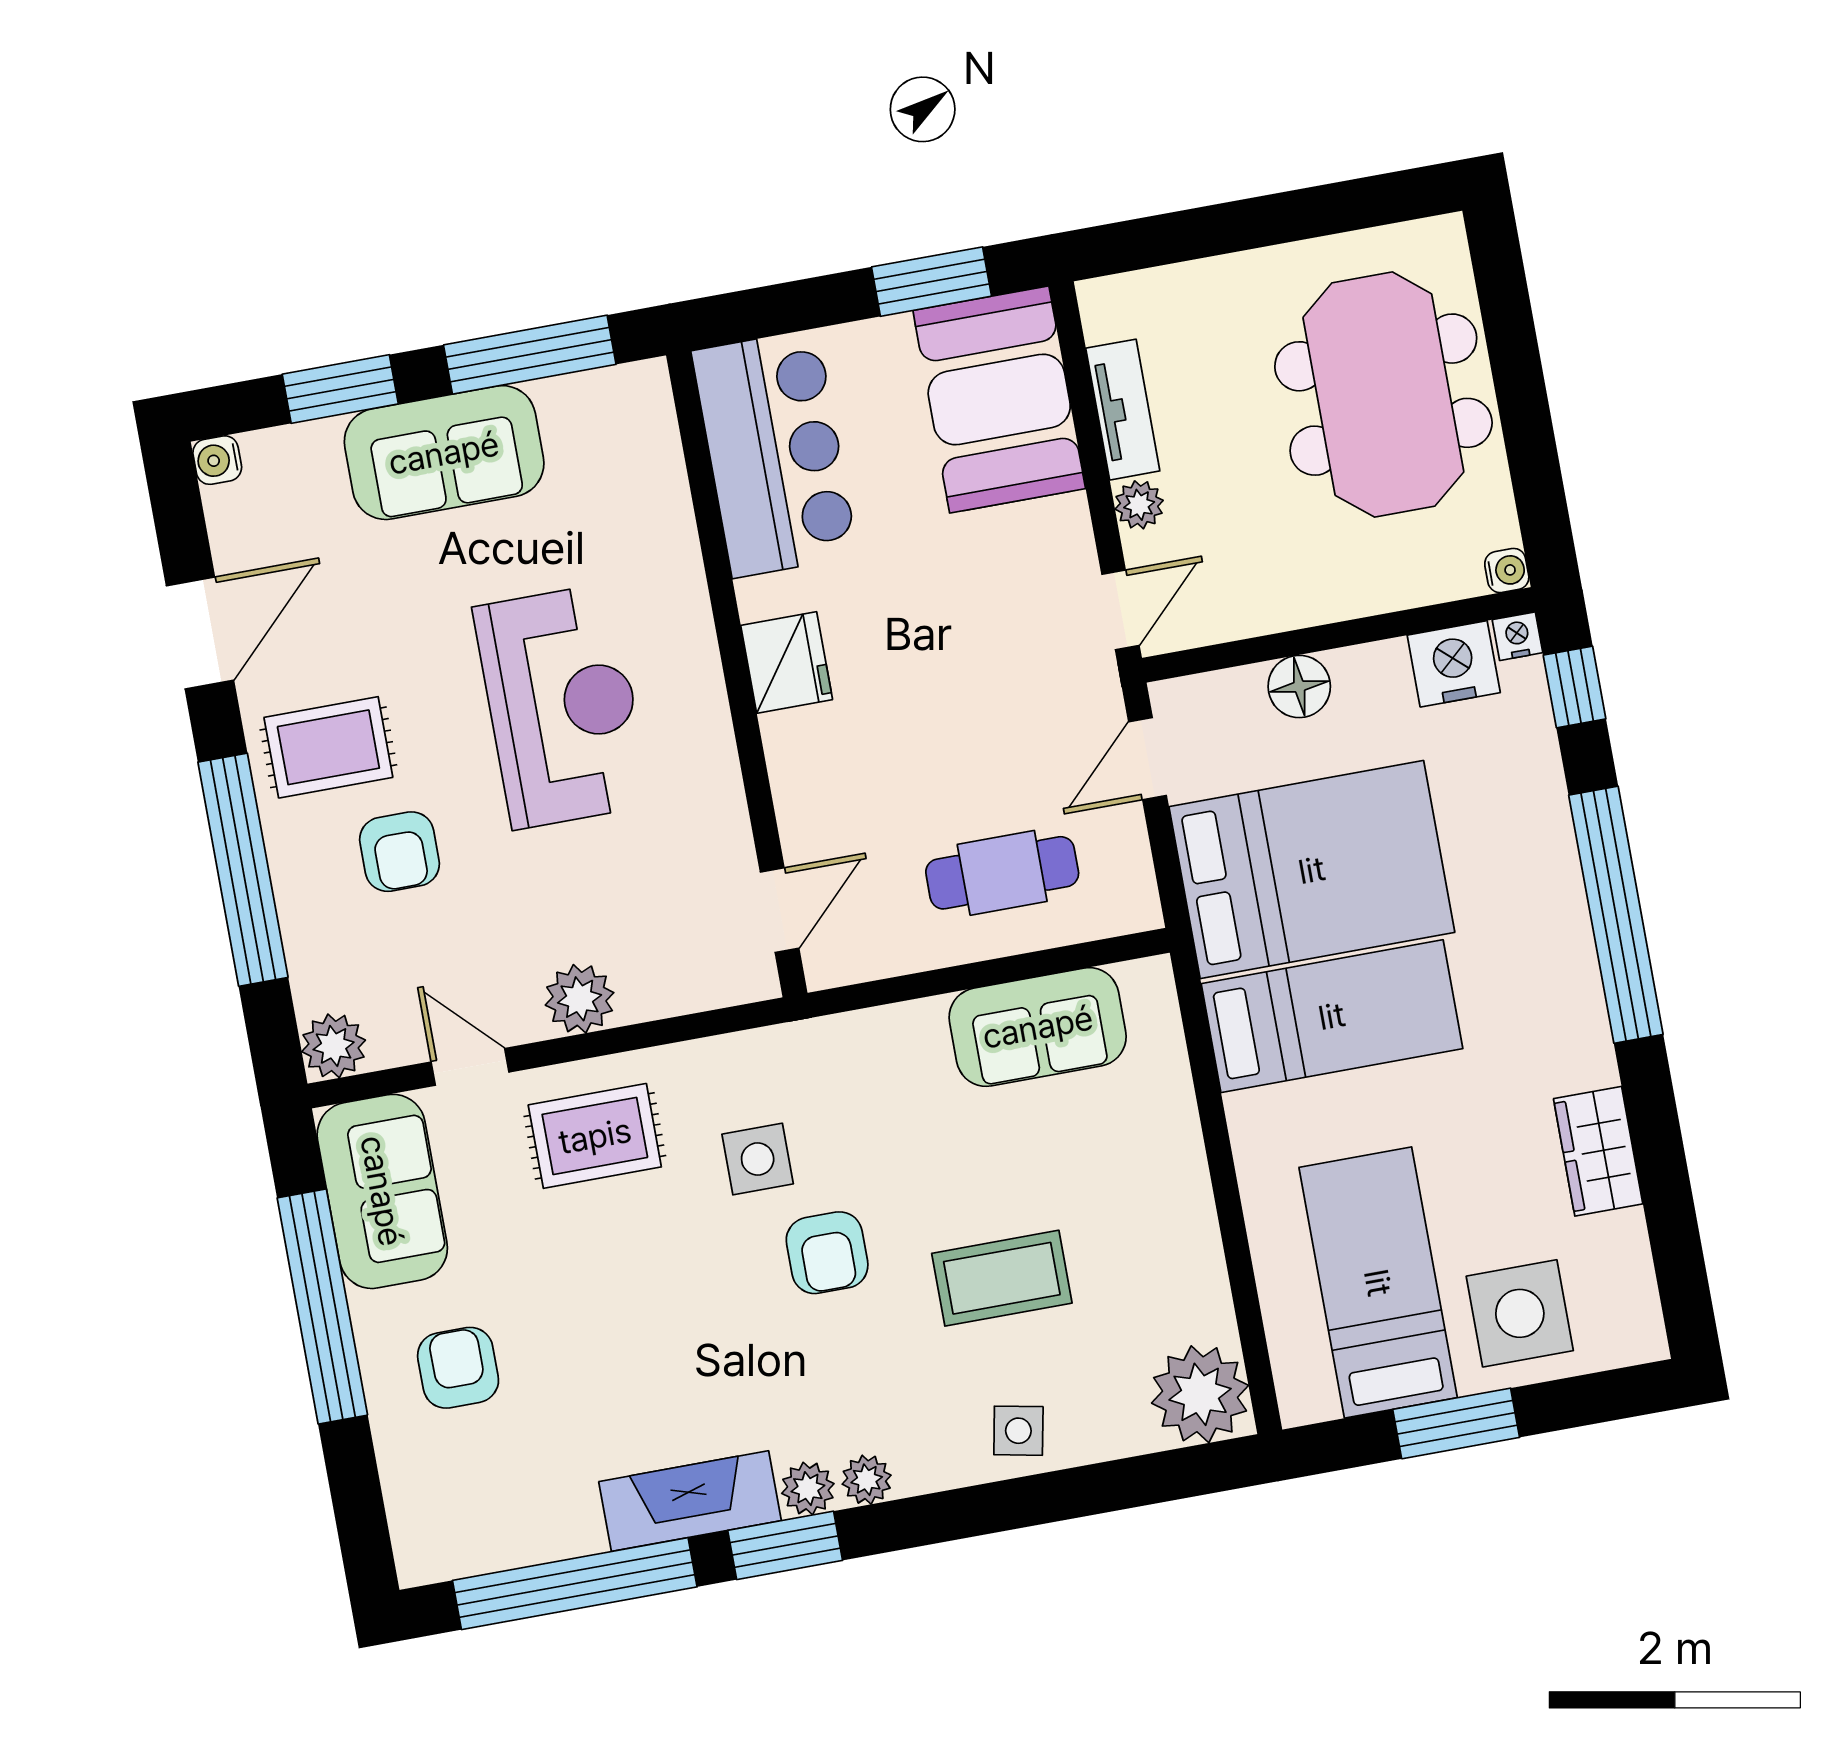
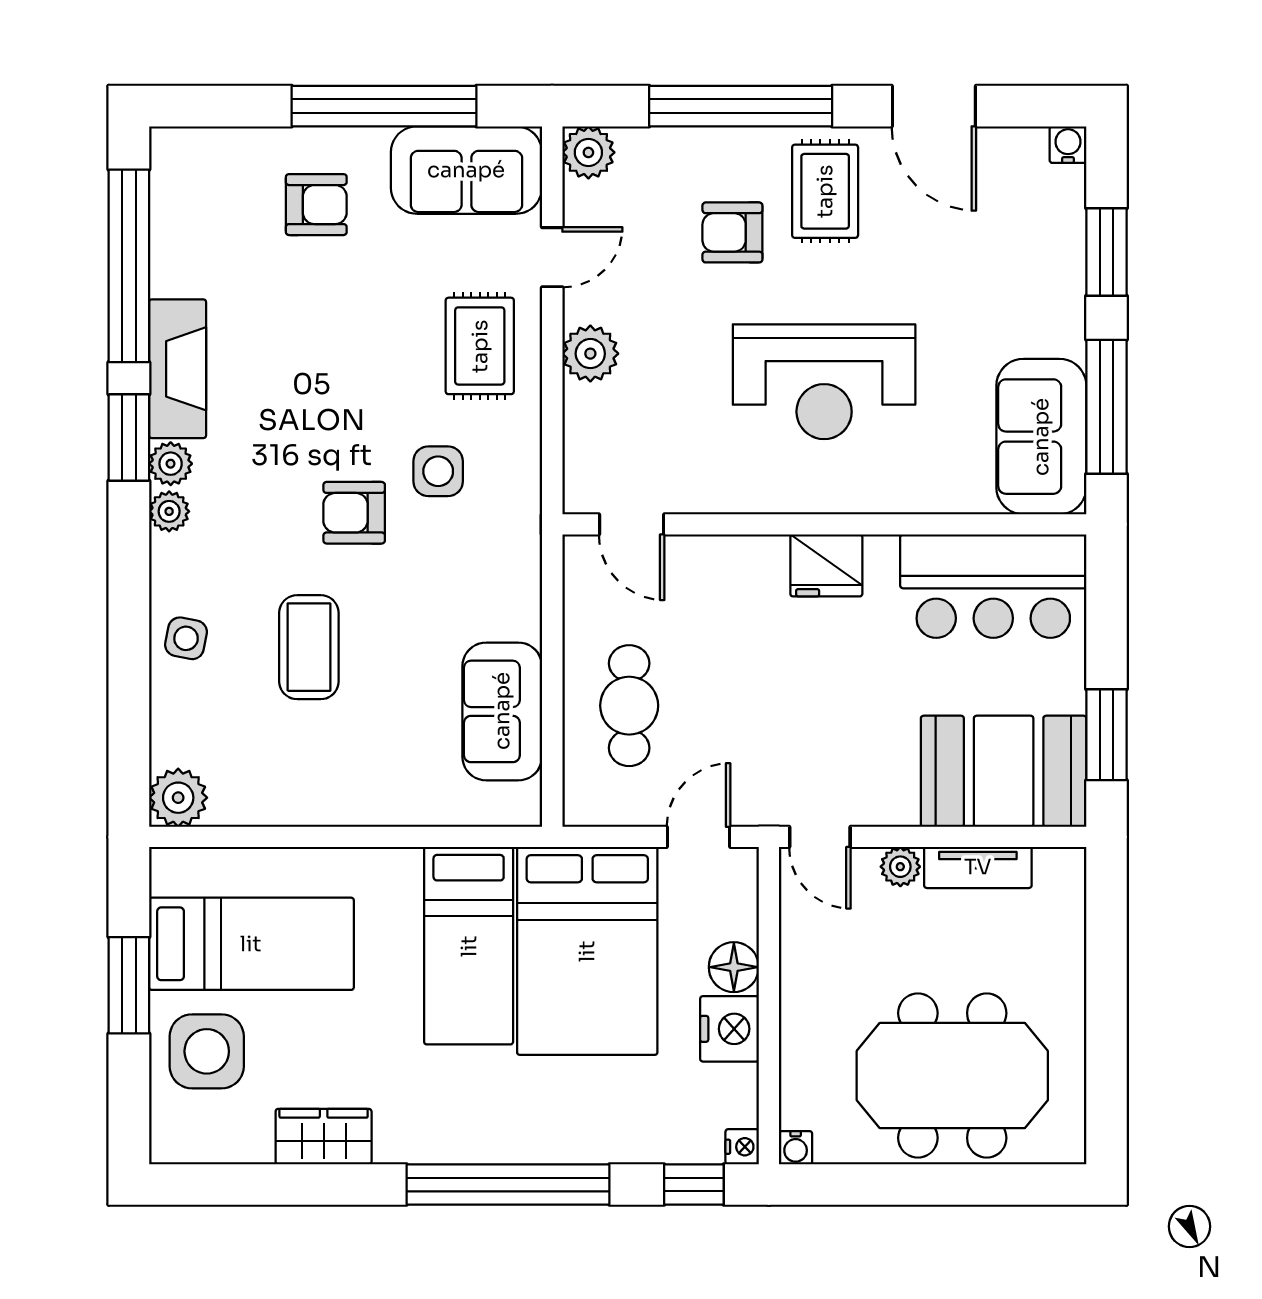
sofa: (444, 453) -> (1041, 437), moved
nightstand: (1454, 664) -> (729, 1029), moved
door: (1147, 759) -> (699, 837), hinge flipped
plant: (1200, 1394) -> (178, 798), width x0.73, depth x0.73

